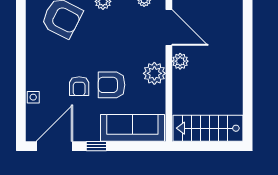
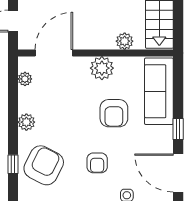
plant: (180, 61) -> (125, 41), moved
armchair: (79, 86) -> (97, 163), moved, turned 90

